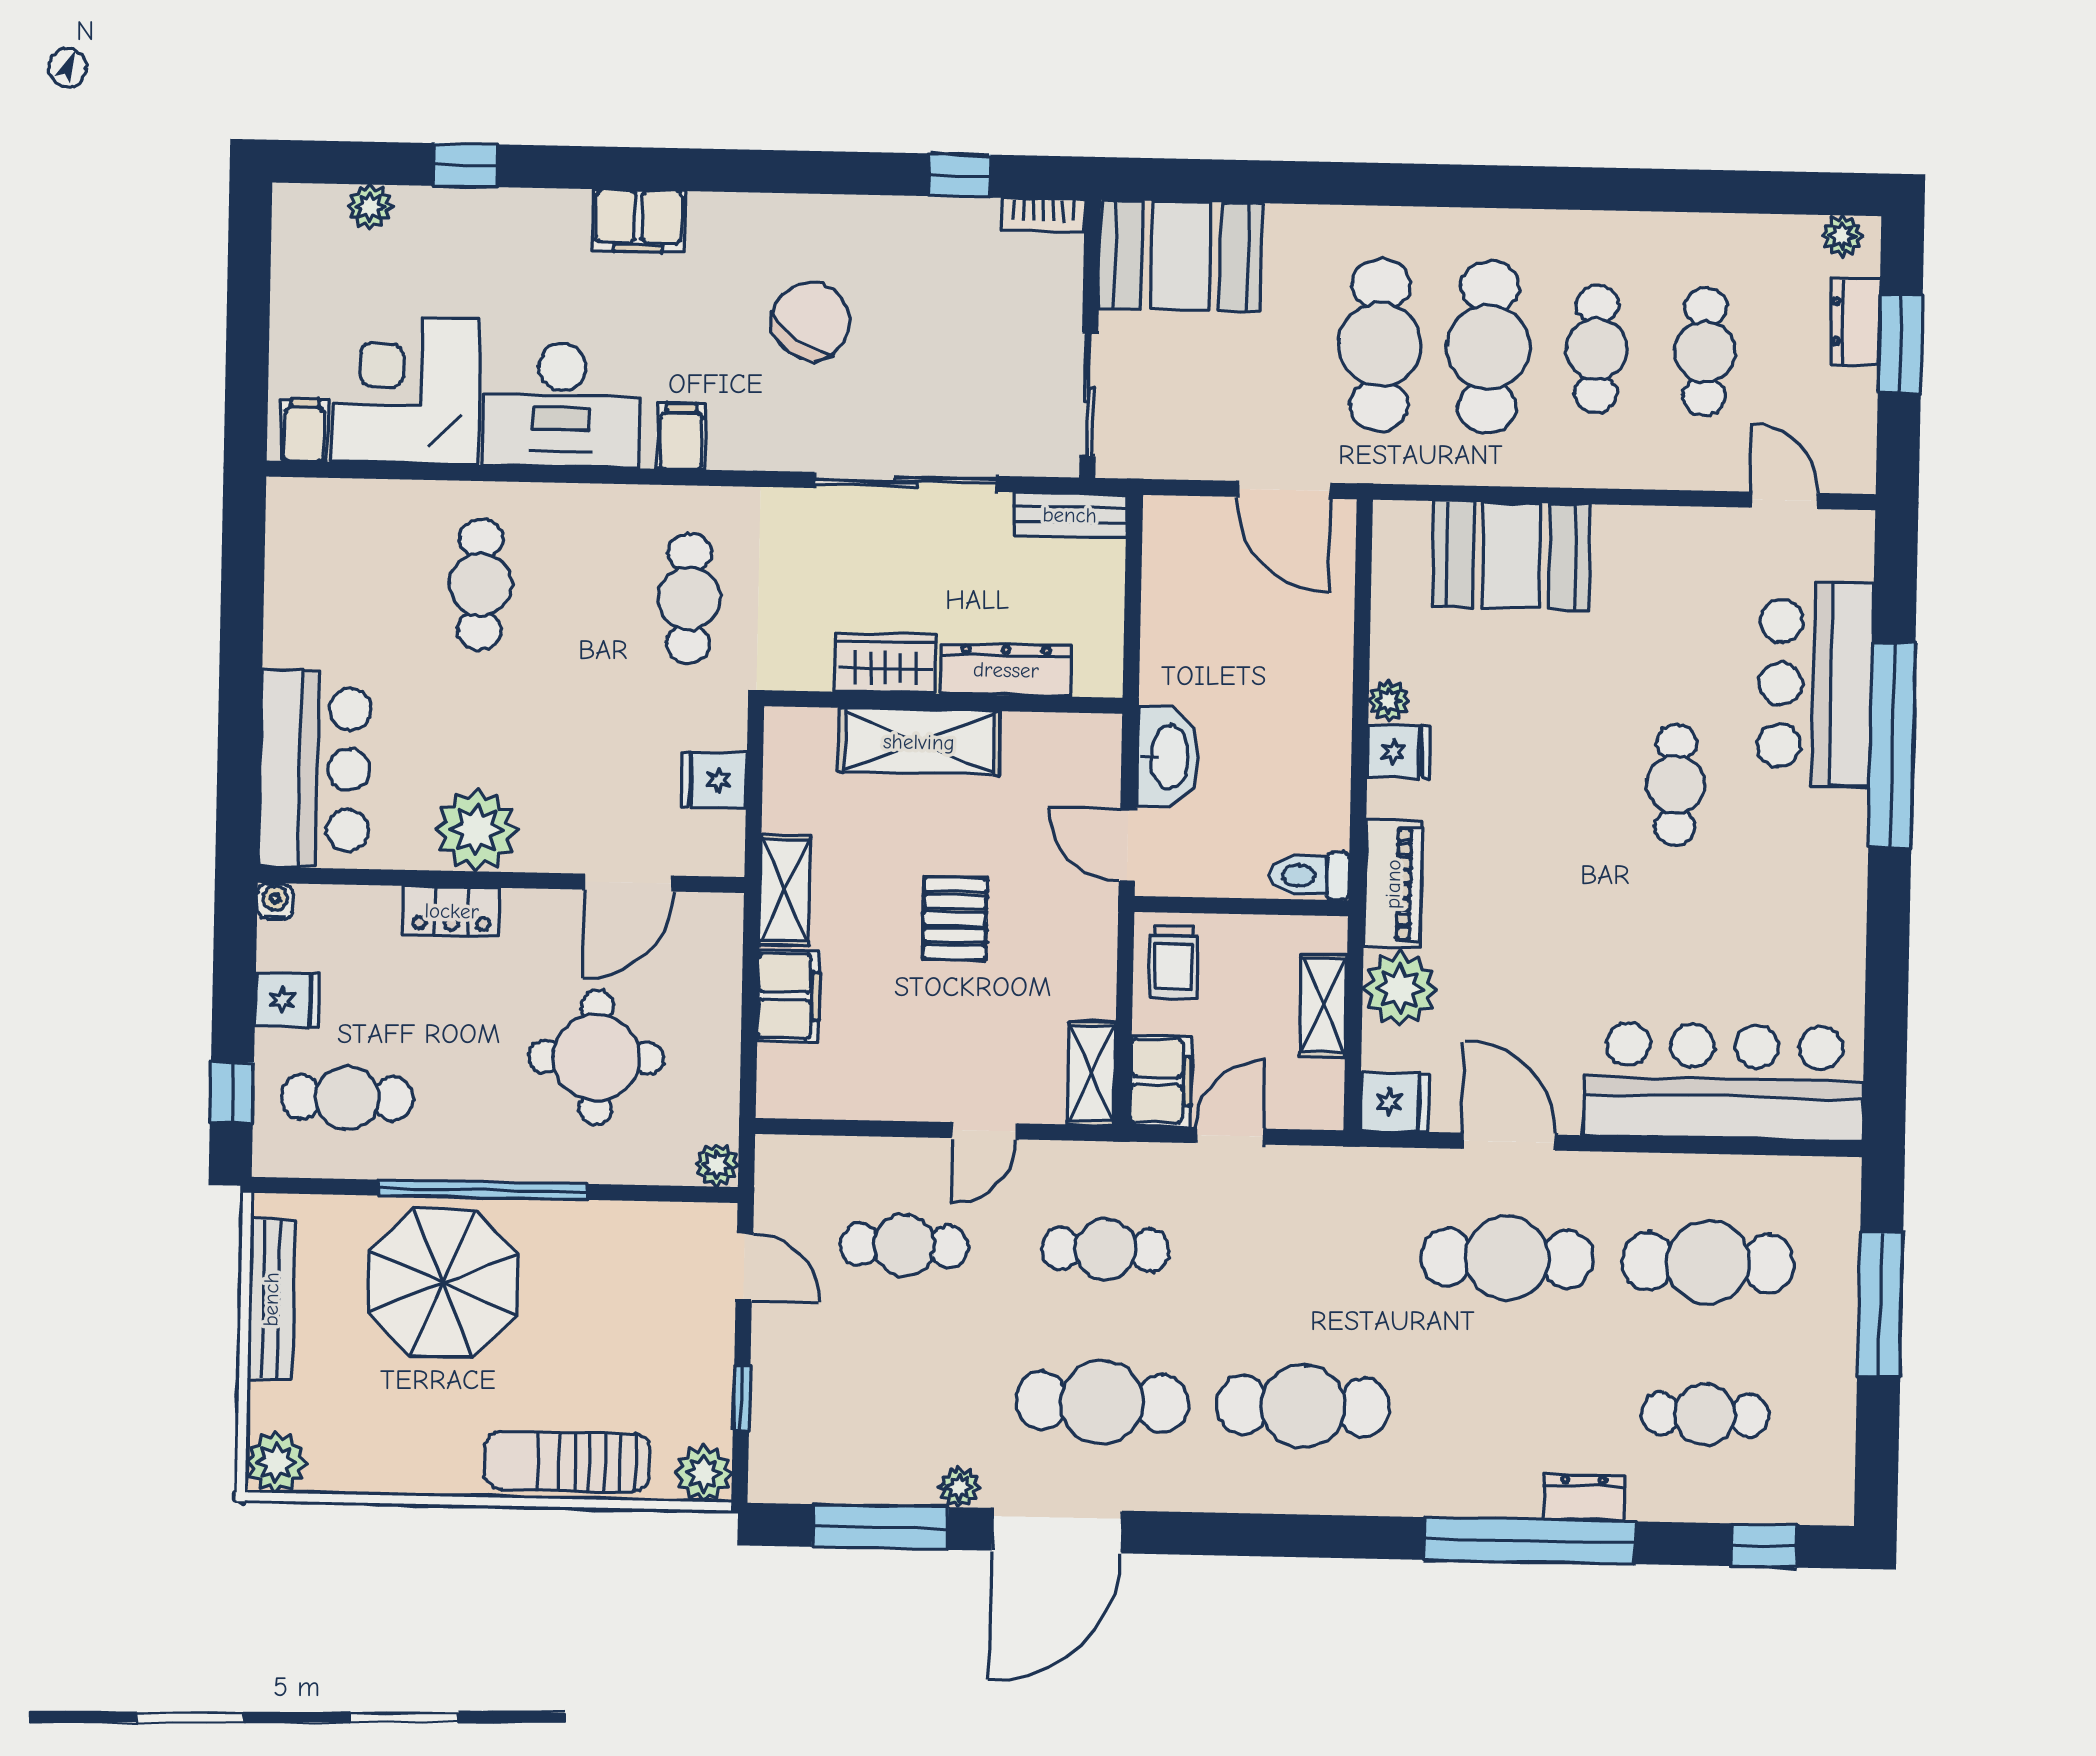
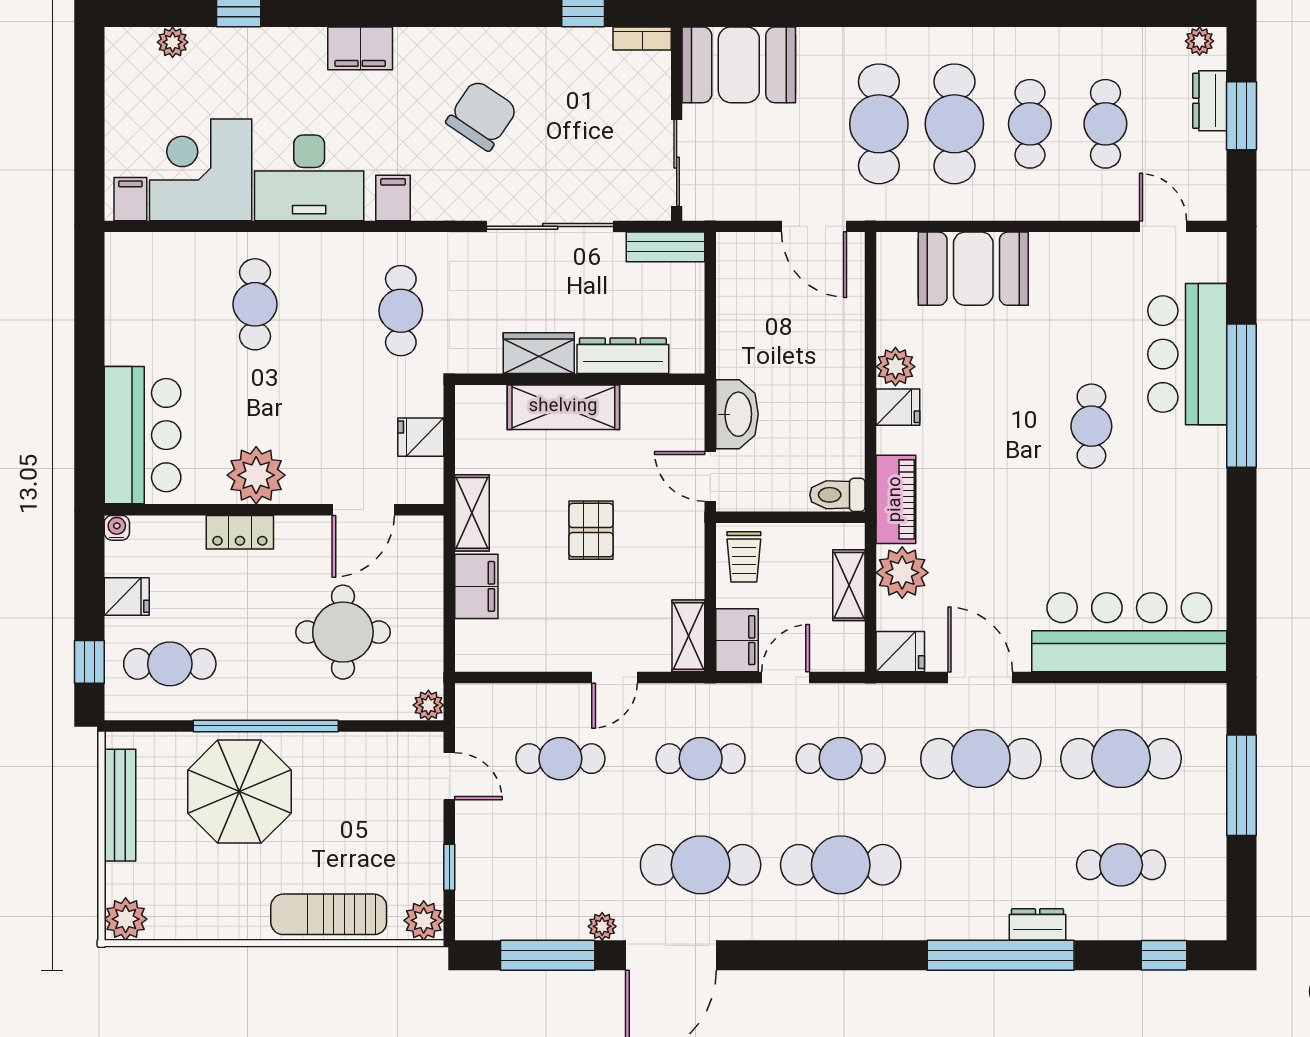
plant: (1389, 701) -> (895, 367), width x1.38, depth x1.38
cafe table: (1306, 1254) -> (841, 759), added

